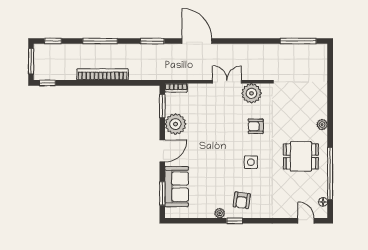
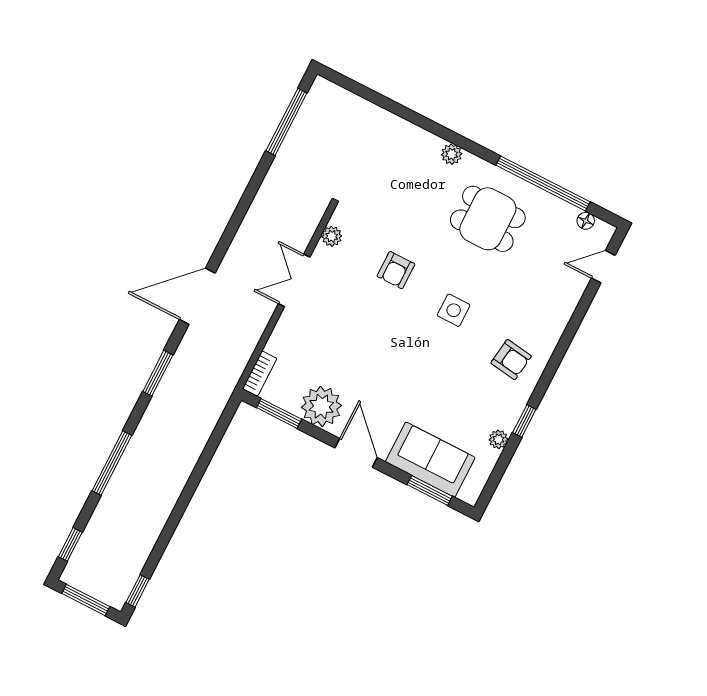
bookcase: (103, 74) -> (172, 488), removed
plant: (251, 93) -> (332, 236), width x0.53, depth x0.53
dining table: (301, 156) -> (488, 219), turned 90
plant: (220, 213) -> (498, 439), moved
window: (235, 221) -> (524, 421), moved

